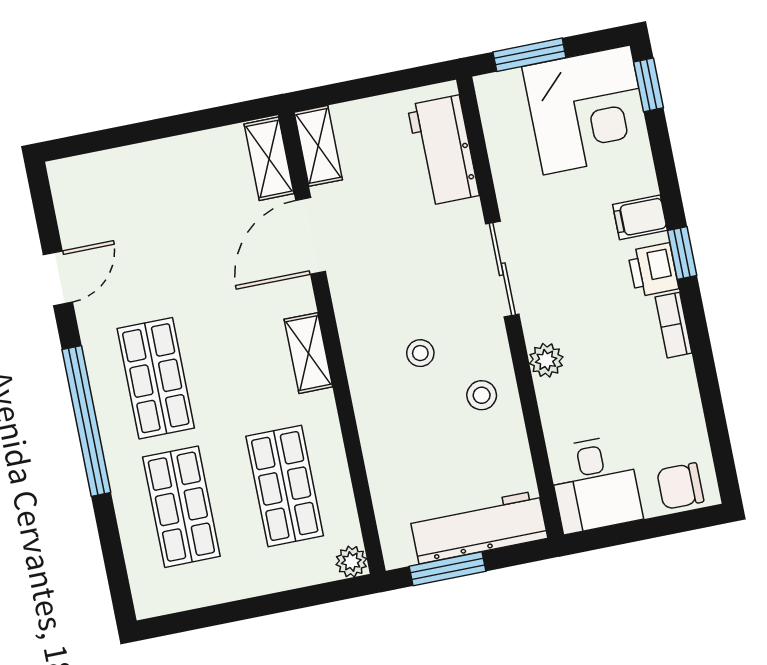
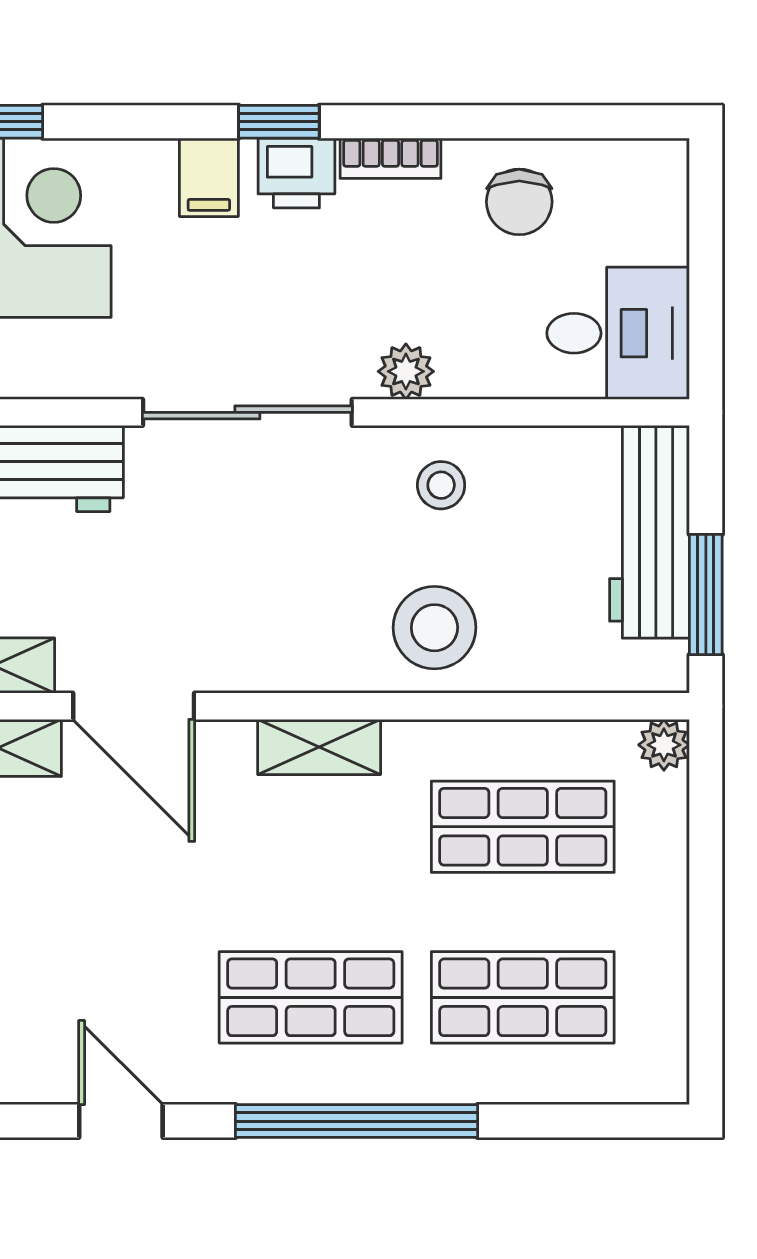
sliding door: (502, 269) -> (247, 412), width x1.37
stool: (420, 353) -> (434, 628), moved, width x1.89, depth x1.89
chair: (680, 486) -> (519, 202), moved

